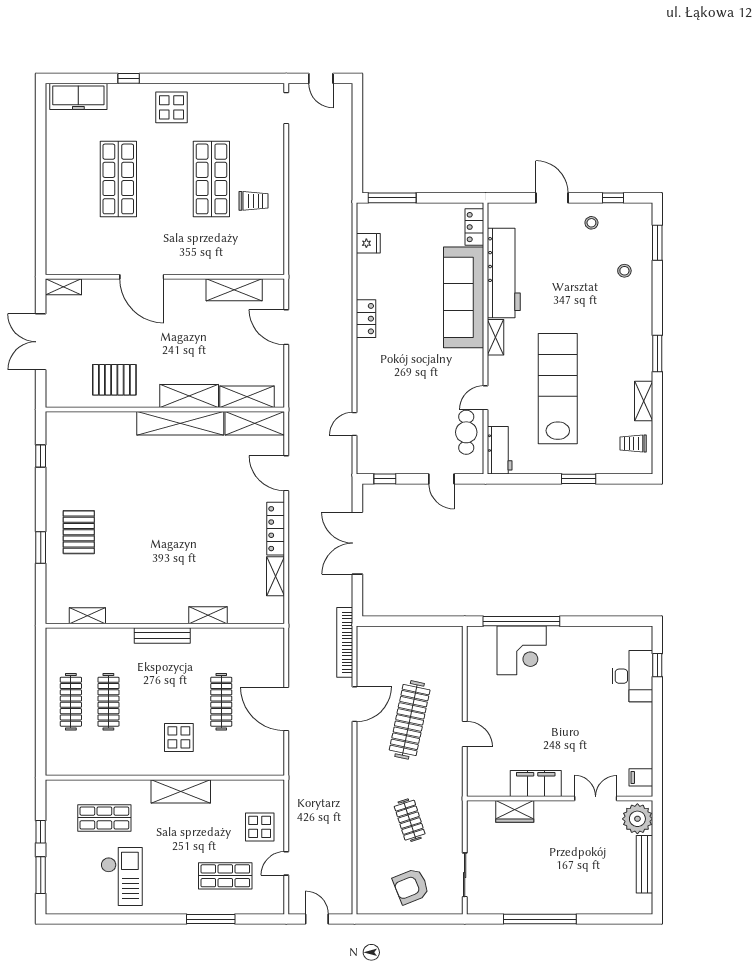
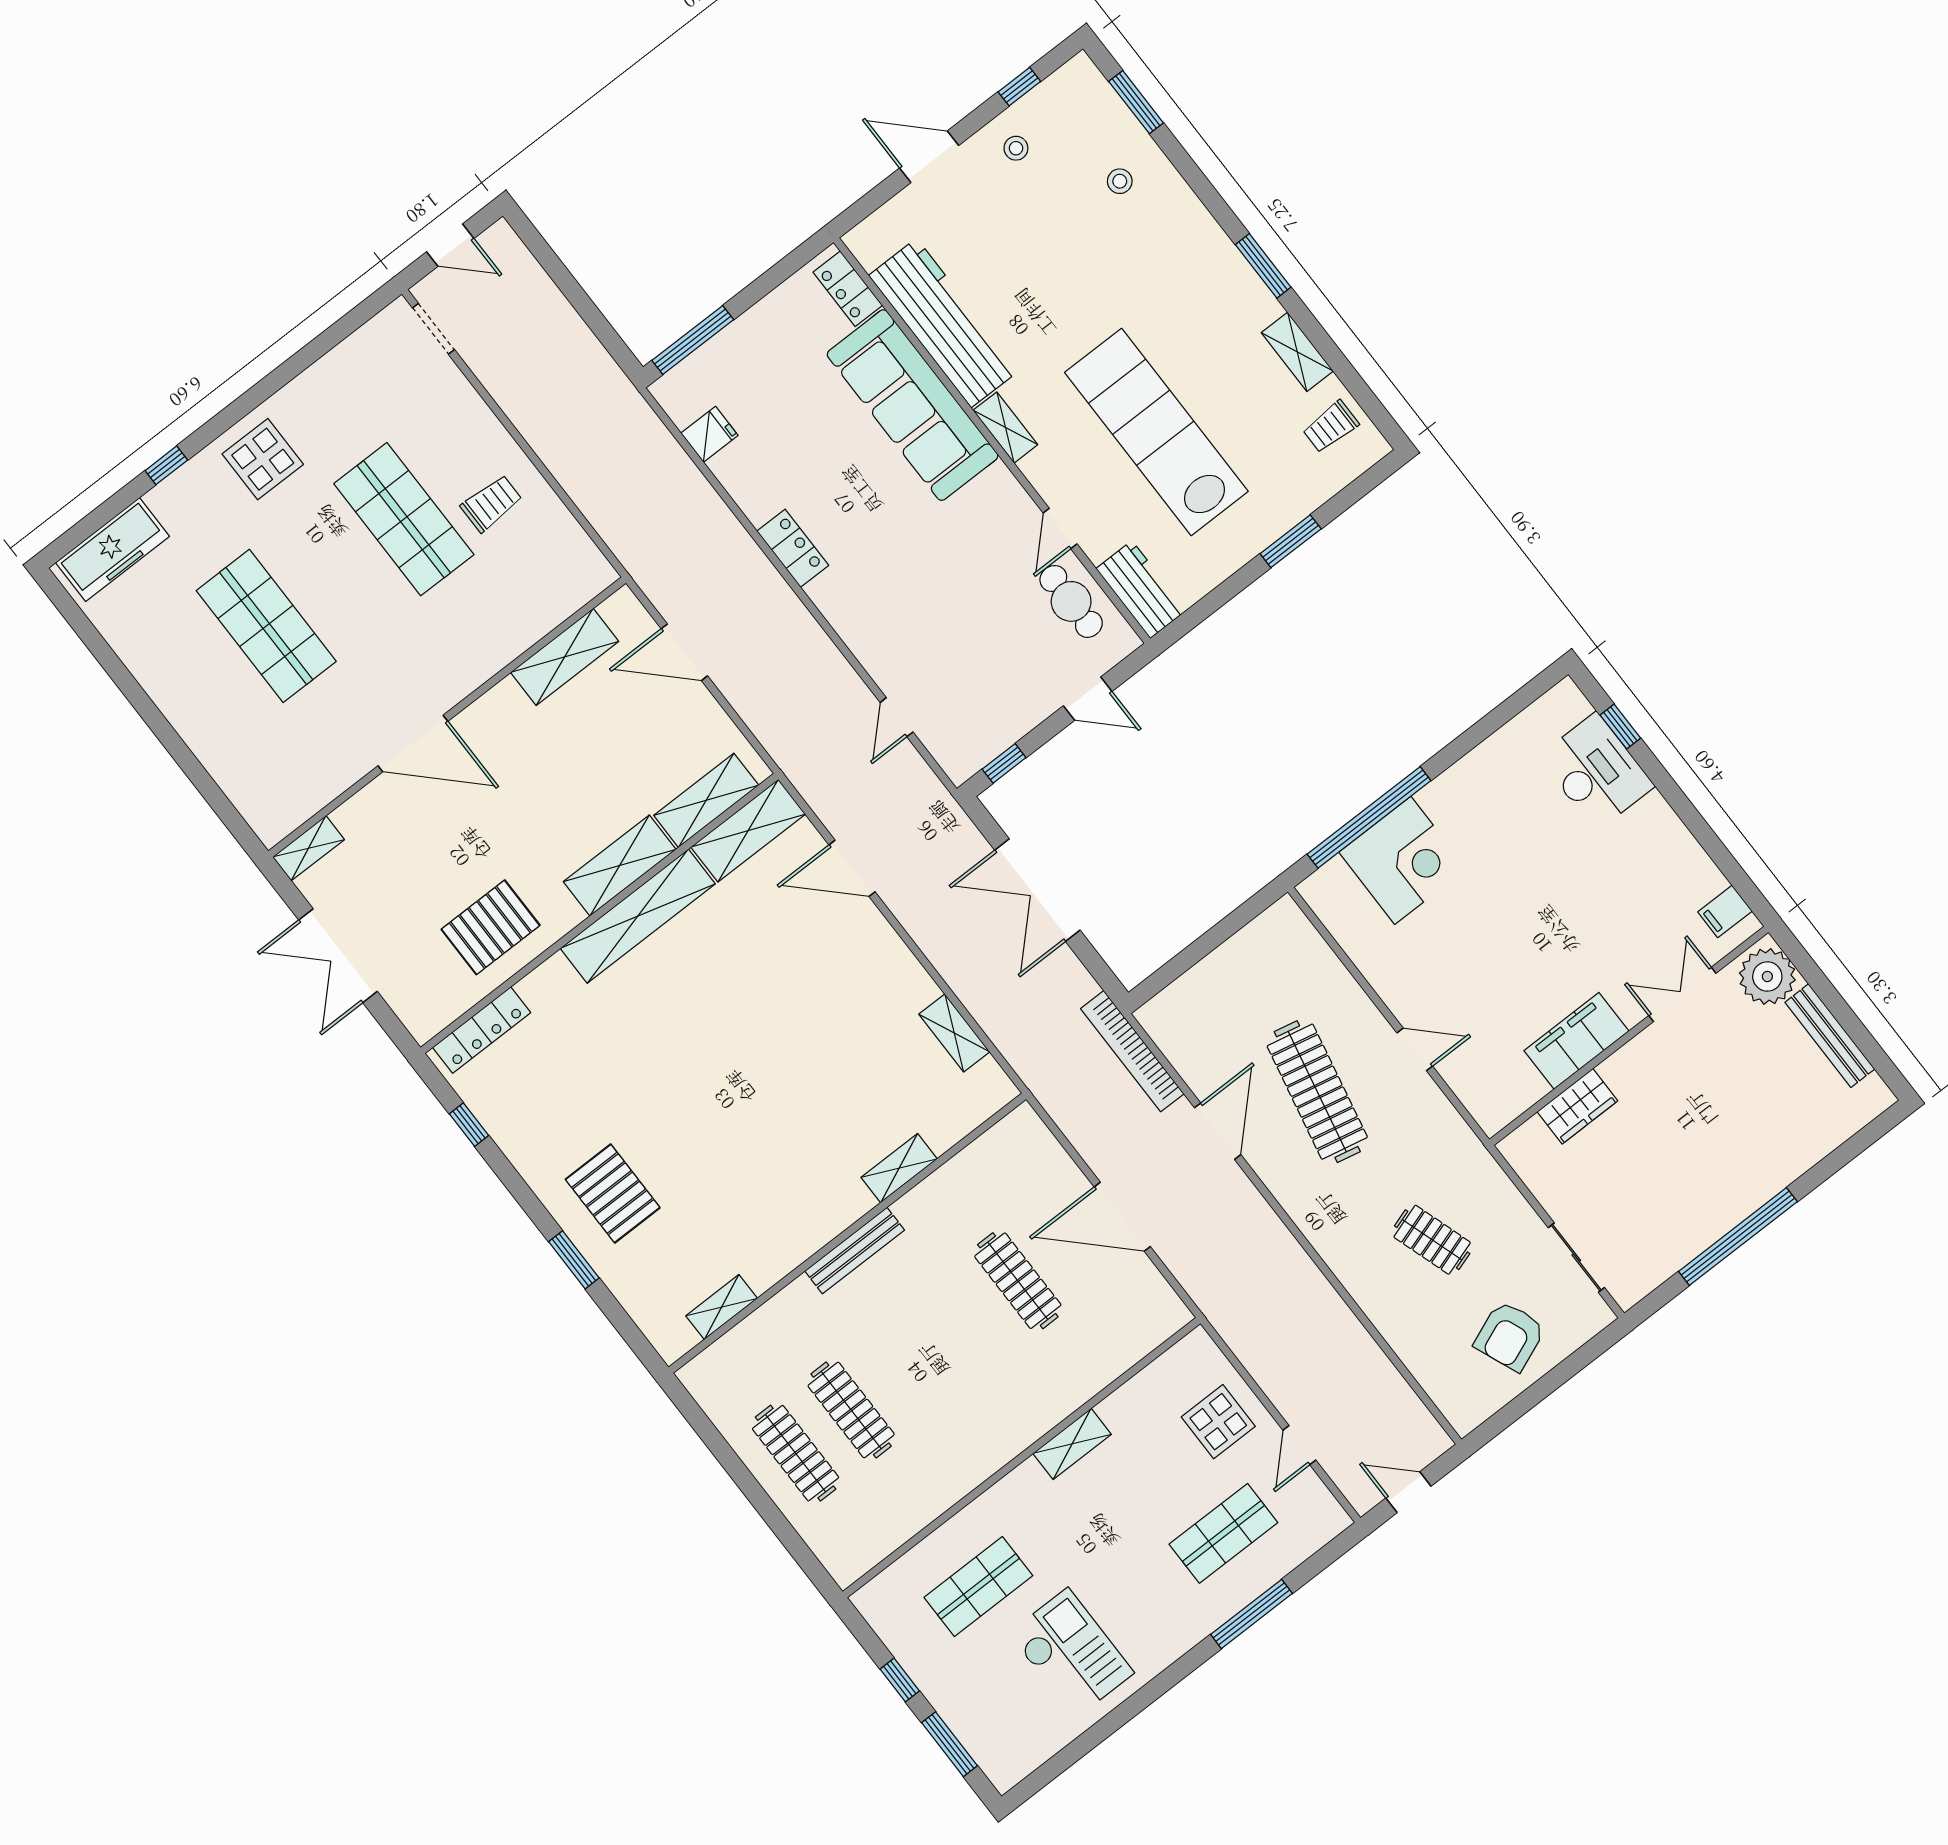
locker: (276, 529) -> (482, 1030), moved, turned -90
display table: (179, 737) -> (996, 1382), removed
shelving: (181, 791) -> (1072, 1444), width x0.67, depth x0.75

